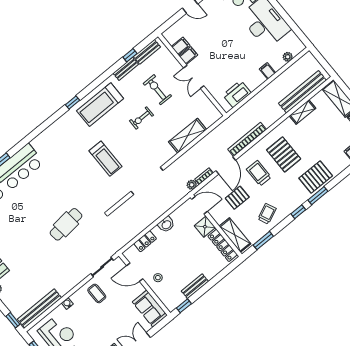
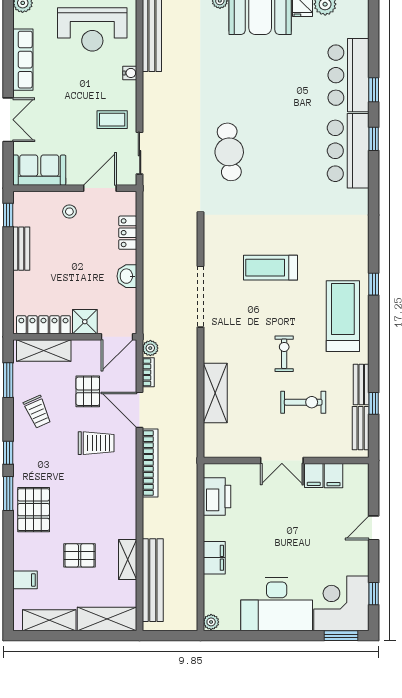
plant: (288, 57) -> (211, 622), moved
filing cabinet: (267, 71) -> (214, 558), width x2.00
double door: (194, 77) -> (282, 461), swing flipped
pallet: (284, 154) -> (80, 555), moved, width x0.67, depth x0.71

